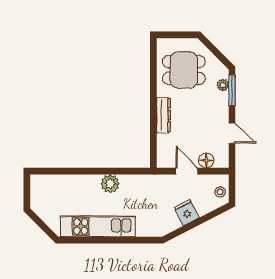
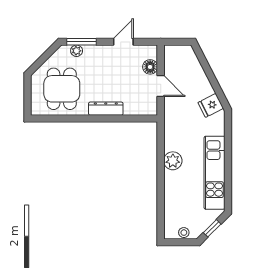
door: (187, 171) -> (161, 86), swing flipped
stool: (220, 192) -> (184, 233), moved
fridge: (187, 212) -> (211, 105), moved
window: (41, 224) -> (212, 228), added

